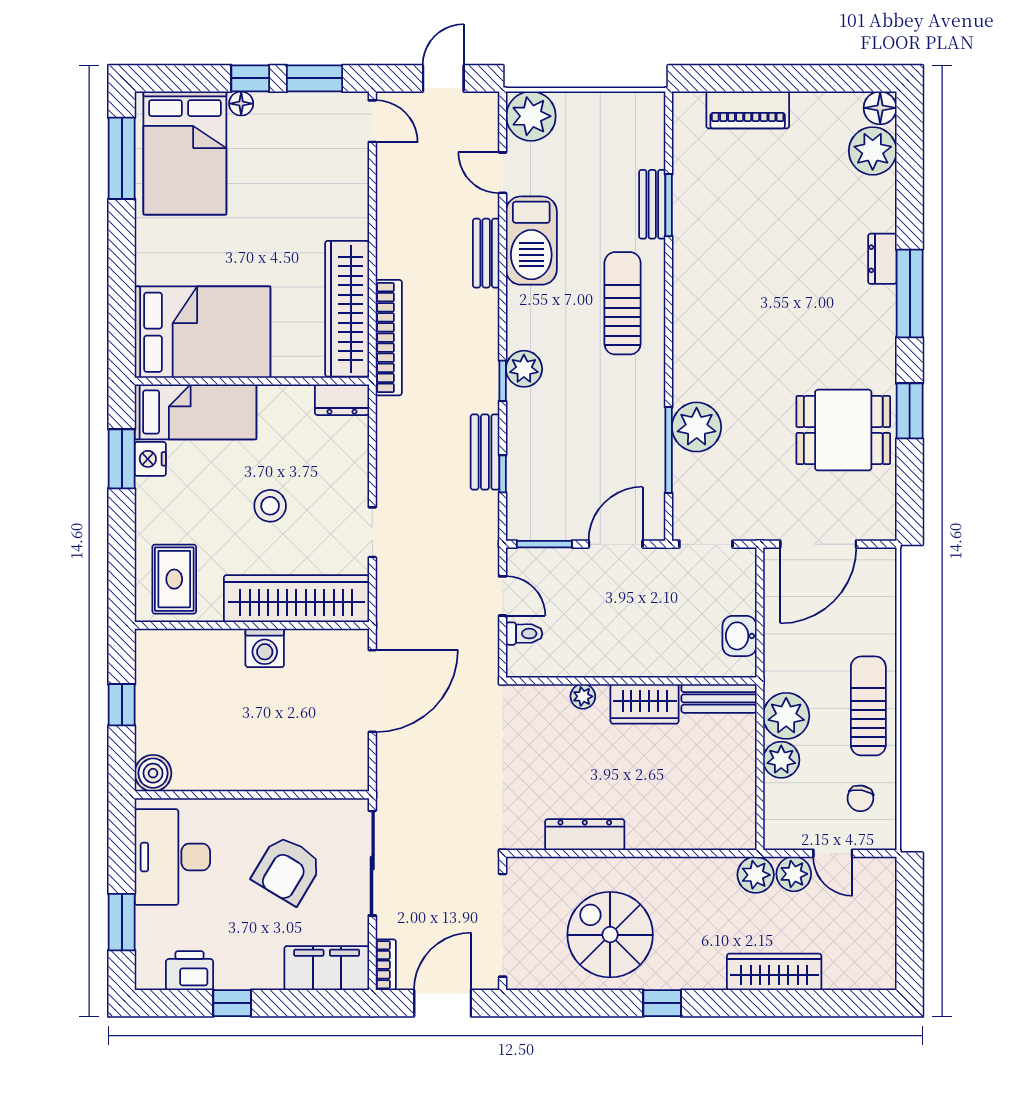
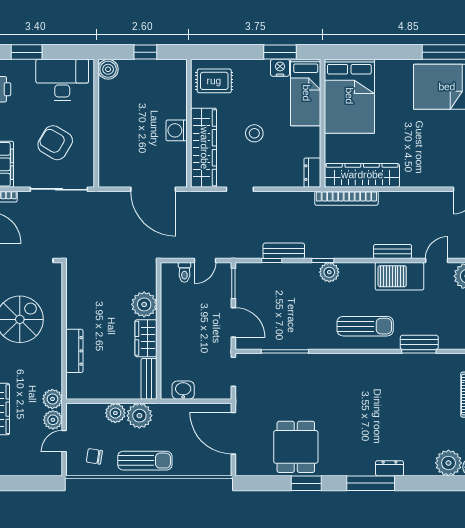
plant: (697, 427) -> (297, 367), removed
plant: (583, 696) -> (144, 304), width x1.88, depth x1.88
dresser: (585, 835) -> (74, 351), moved

